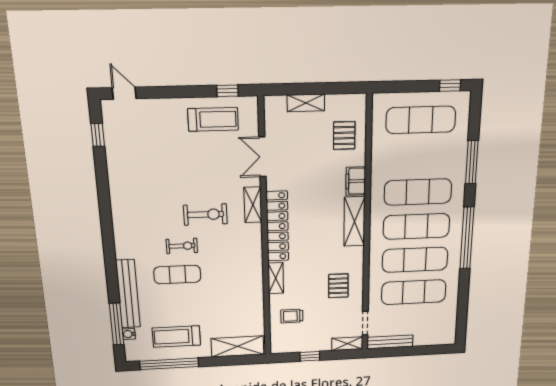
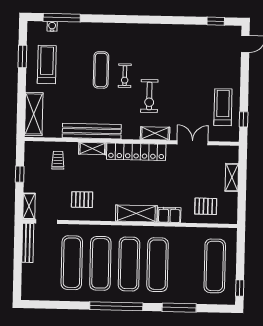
treadmill: (213, 119) -> (223, 107), turned 180
bench: (128, 294) -> (92, 131), moved
window: (169, 364) -> (22, 56), width x0.47

